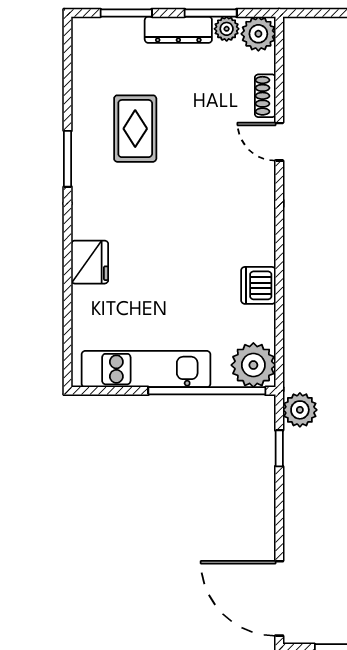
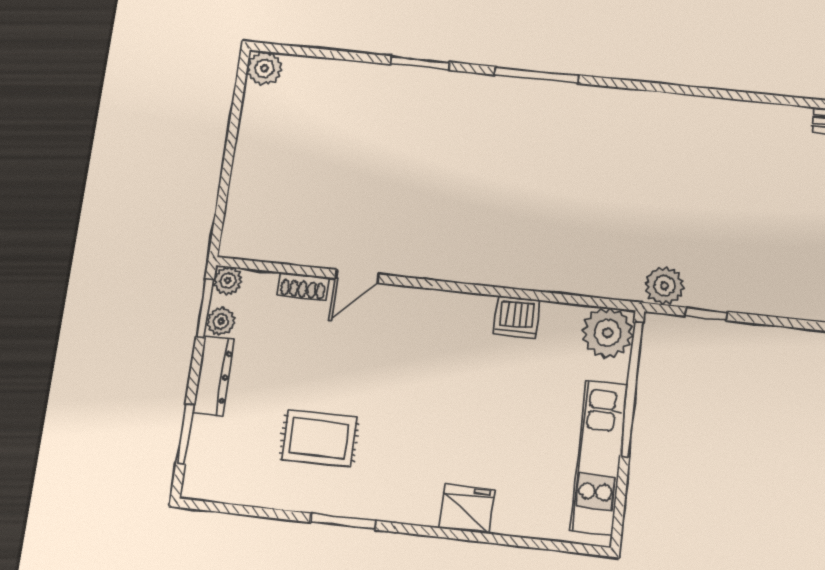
window: (211, 13) -> (205, 309), moved
plant: (258, 34) -> (228, 281), width x0.73, depth x0.73

